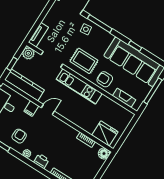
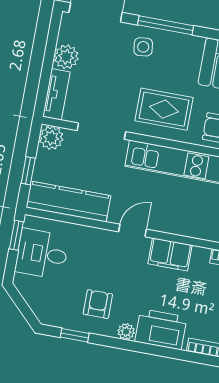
plant: (50, 20) -> (66, 57), added
filing cabinet: (31, 109) -> (170, 254), moved, width x2.00
printer: (41, 161) -> (161, 329), width x1.87, depth x1.48

